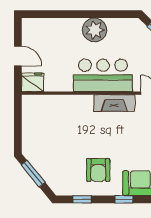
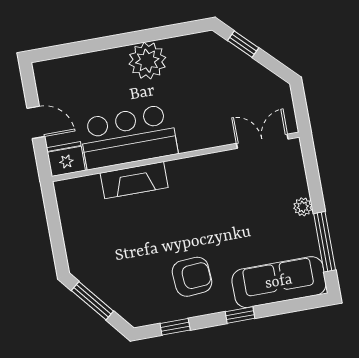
bar counter: (103, 75) -> (128, 137), moved
fireplace: (114, 103) -> (134, 180), moved
armchair: (98, 170) -> (192, 277), turned -94

